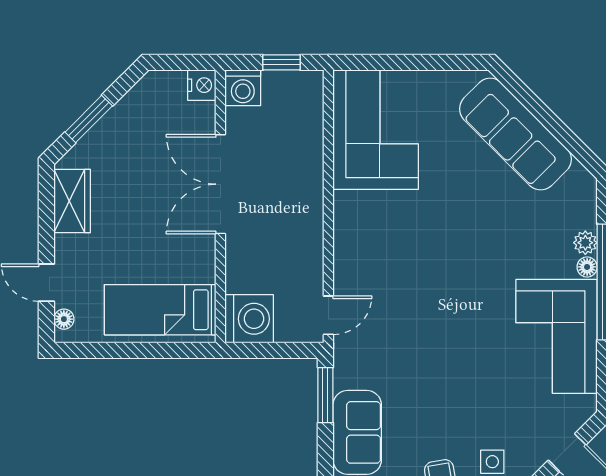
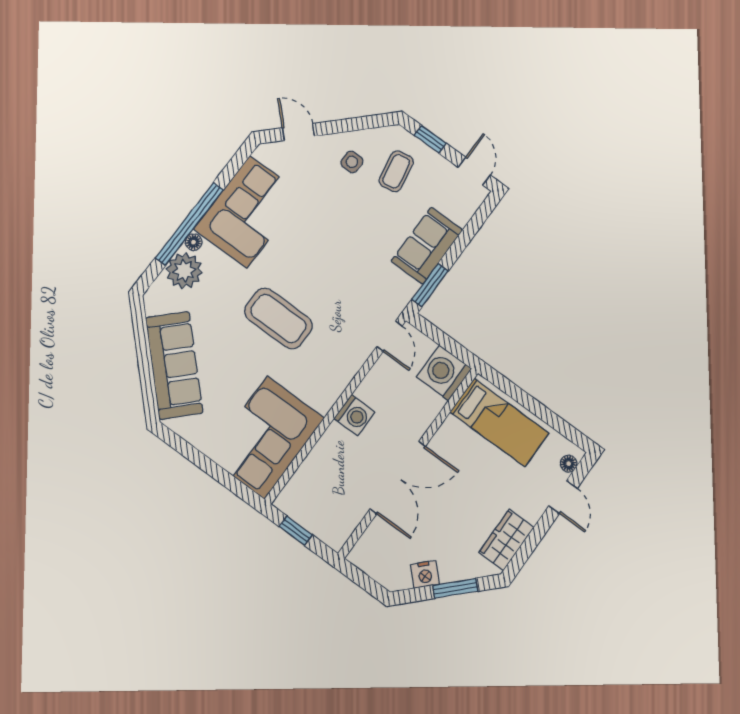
nightstand: (202, 85) -> (425, 574), moved, turned -135
washing machine: (243, 88) -> (355, 415), moved, turned 90
plant: (585, 243) -> (184, 271), width x1.88, depth x1.88
coffee table: (449, 253) -> (278, 318), added
door: (328, 315) -> (389, 336), swing flipped

